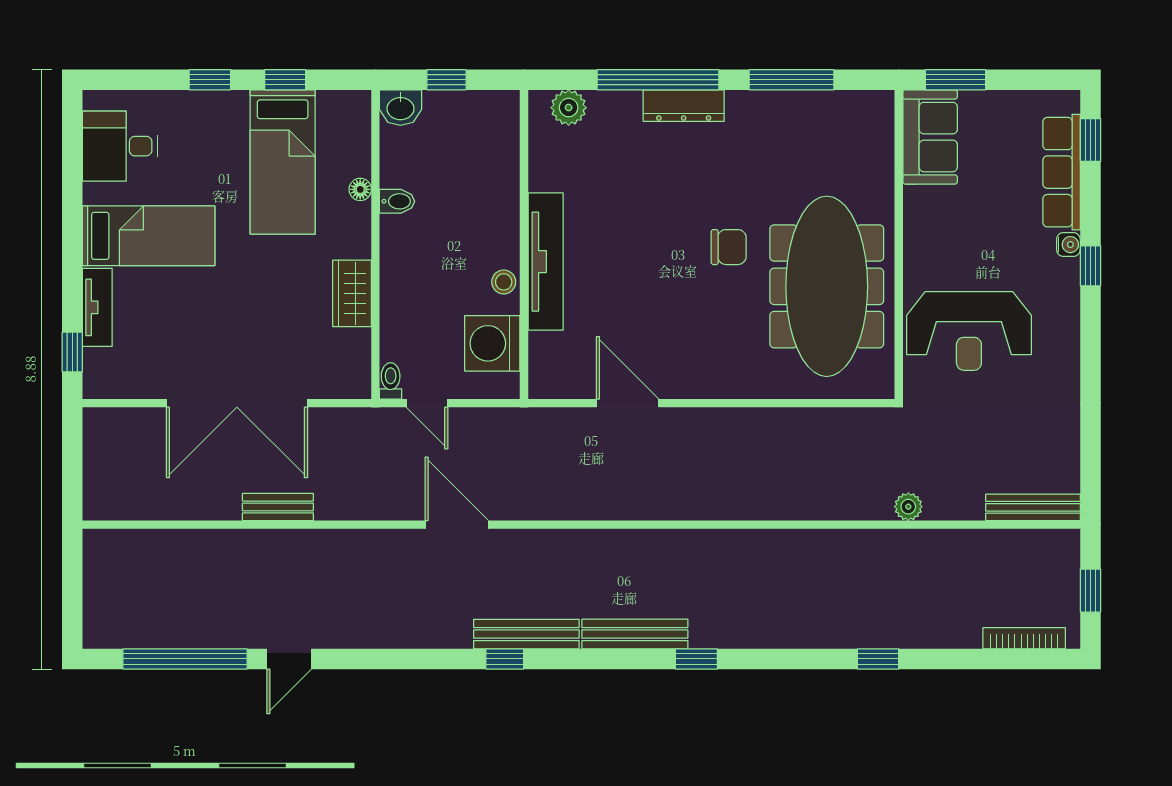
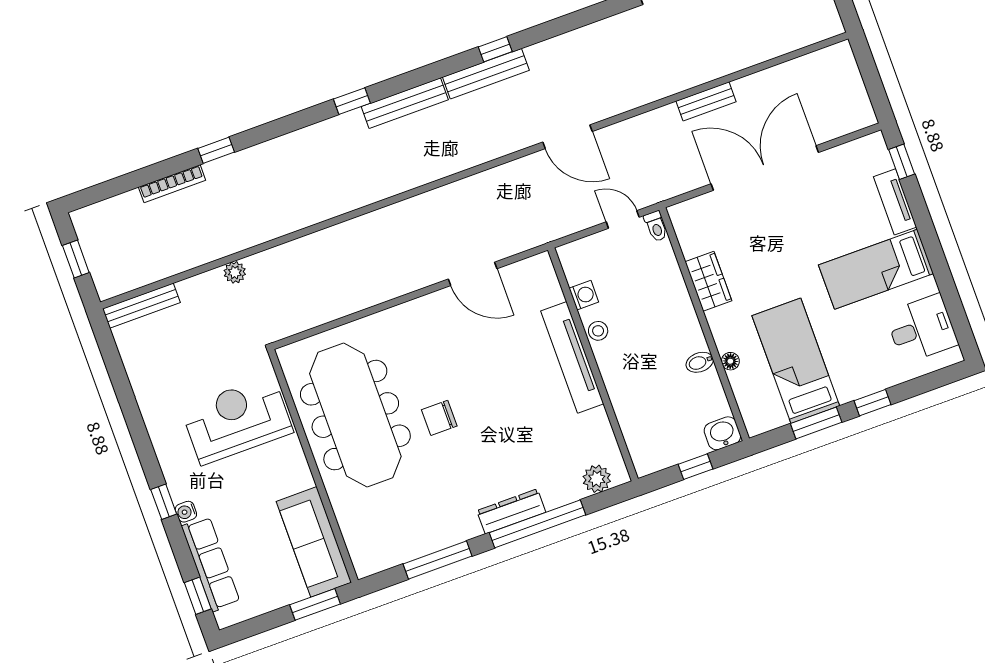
window: (285, 80) -> (816, 423), width x1.50
sofa: (930, 137) -> (314, 542), width x1.36
washing machine: (492, 343) -> (584, 295), width x0.53, depth x0.53
bookcase: (1024, 638) -> (172, 184), moved

